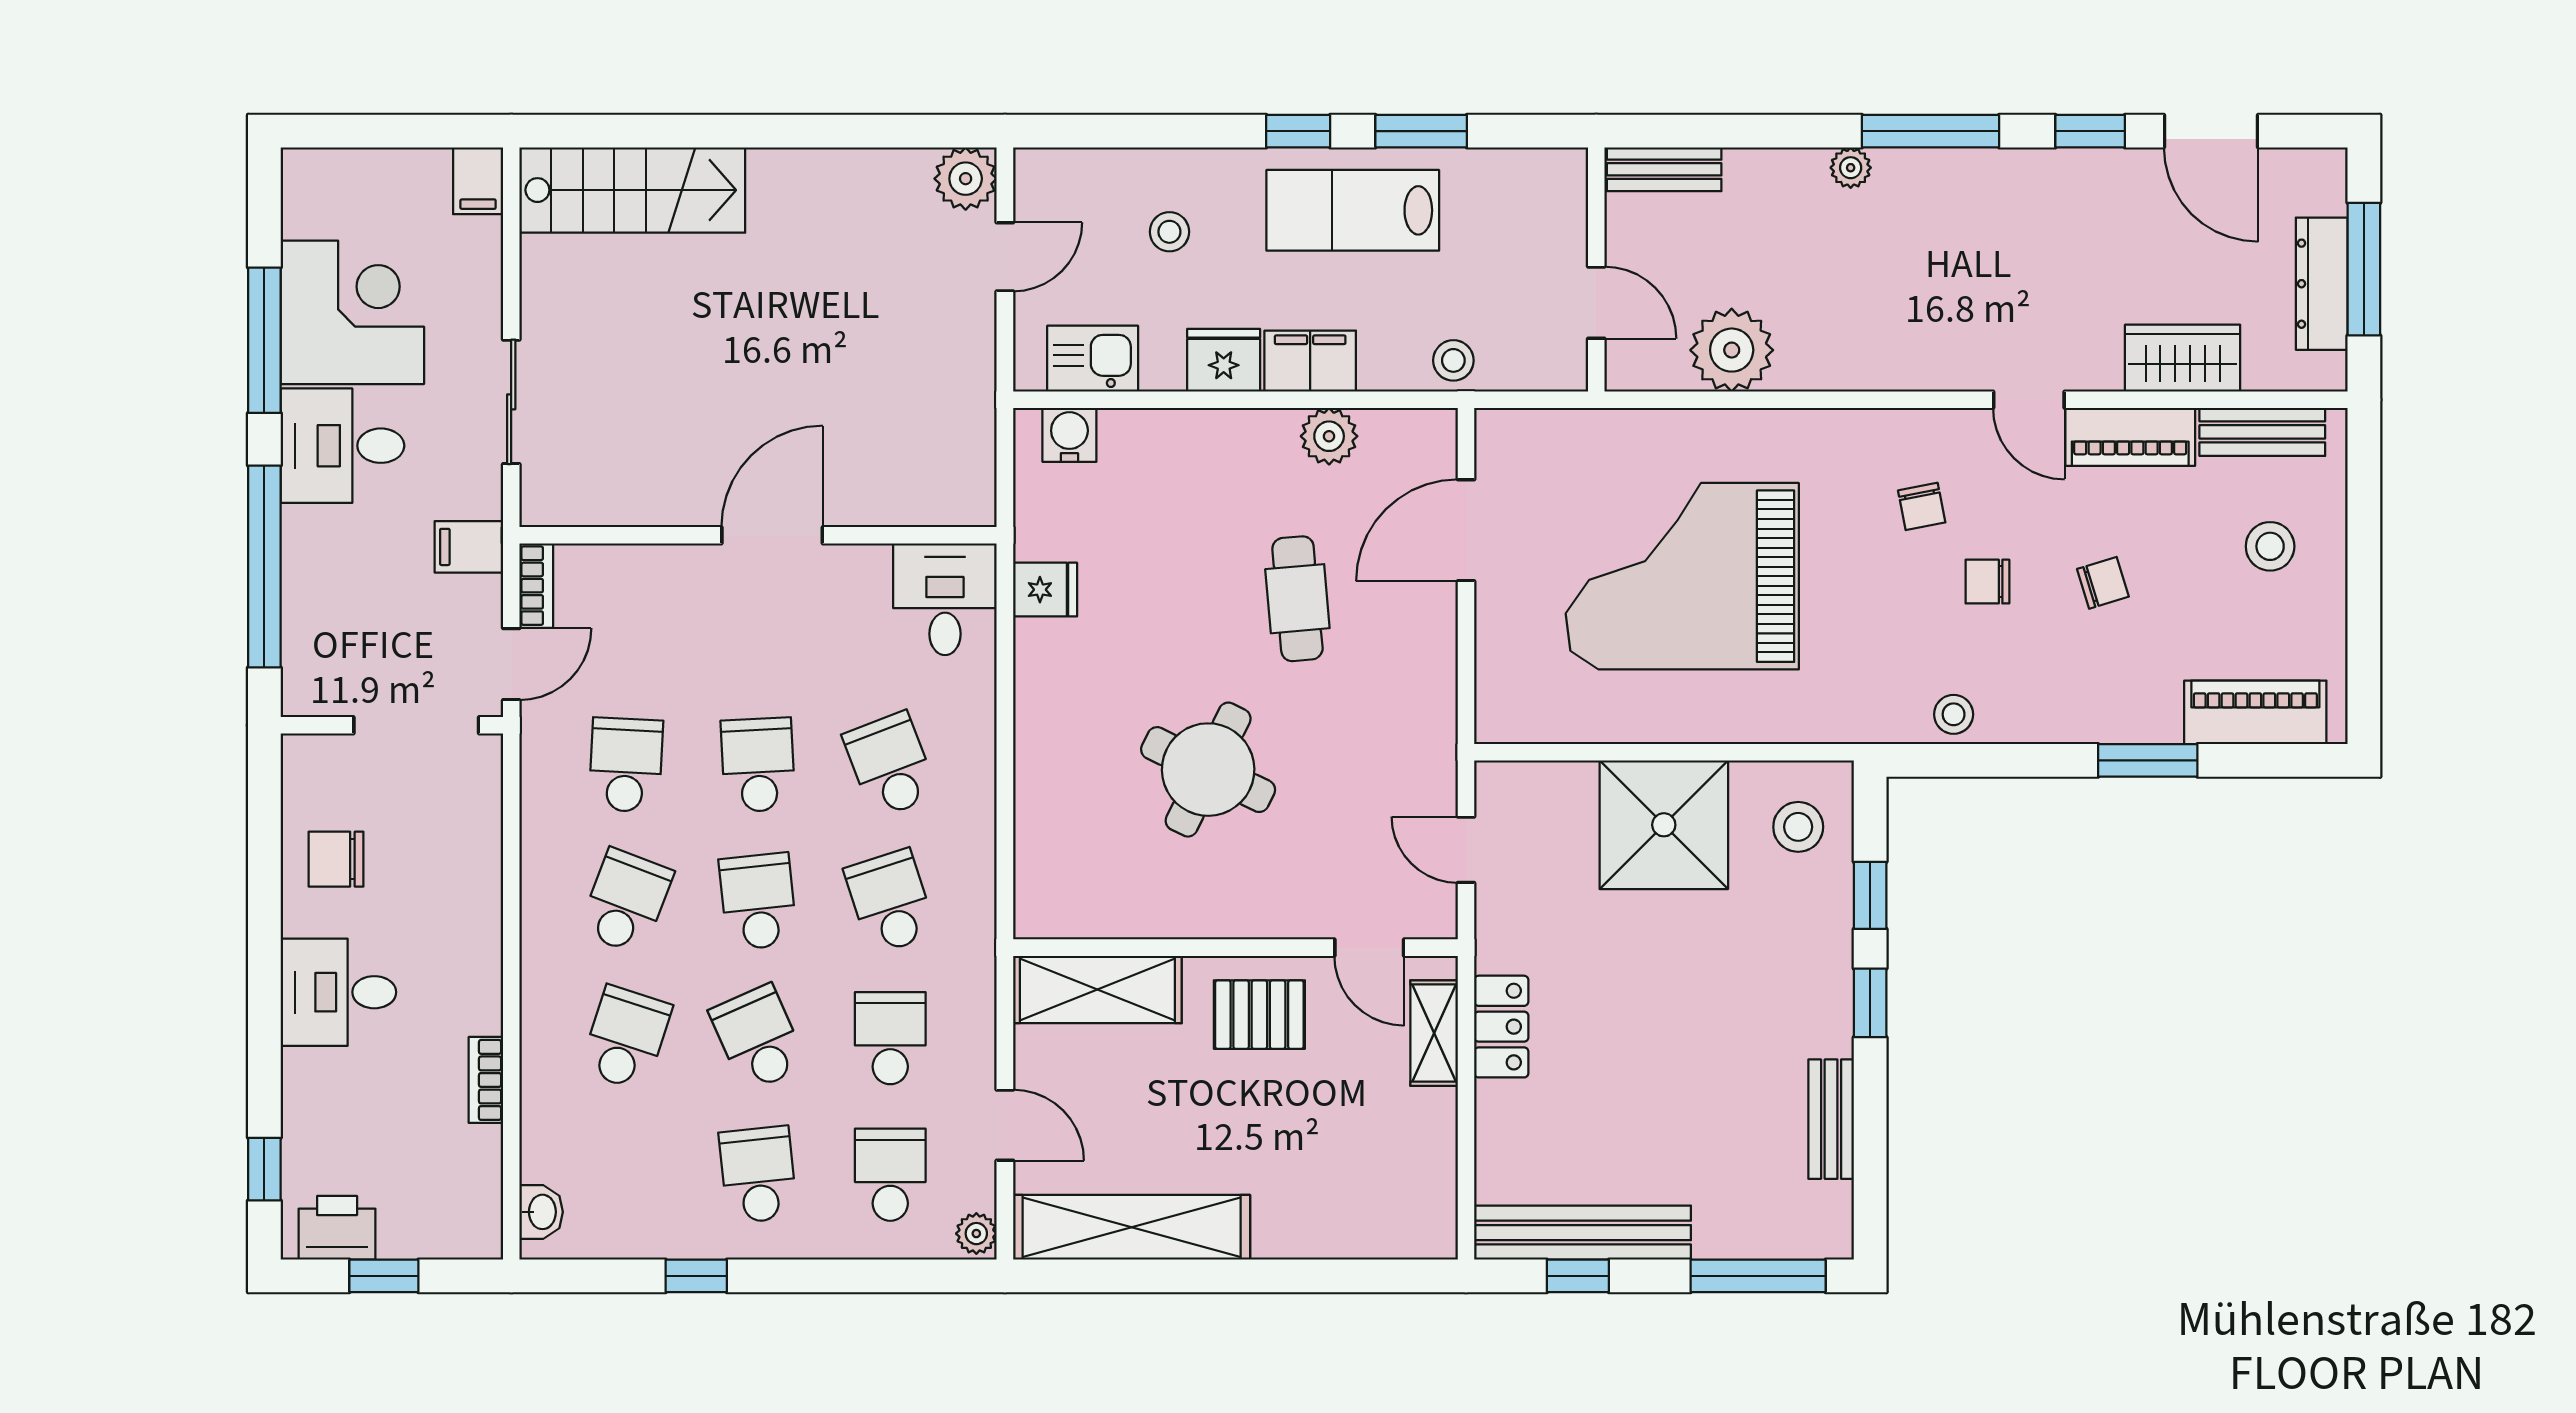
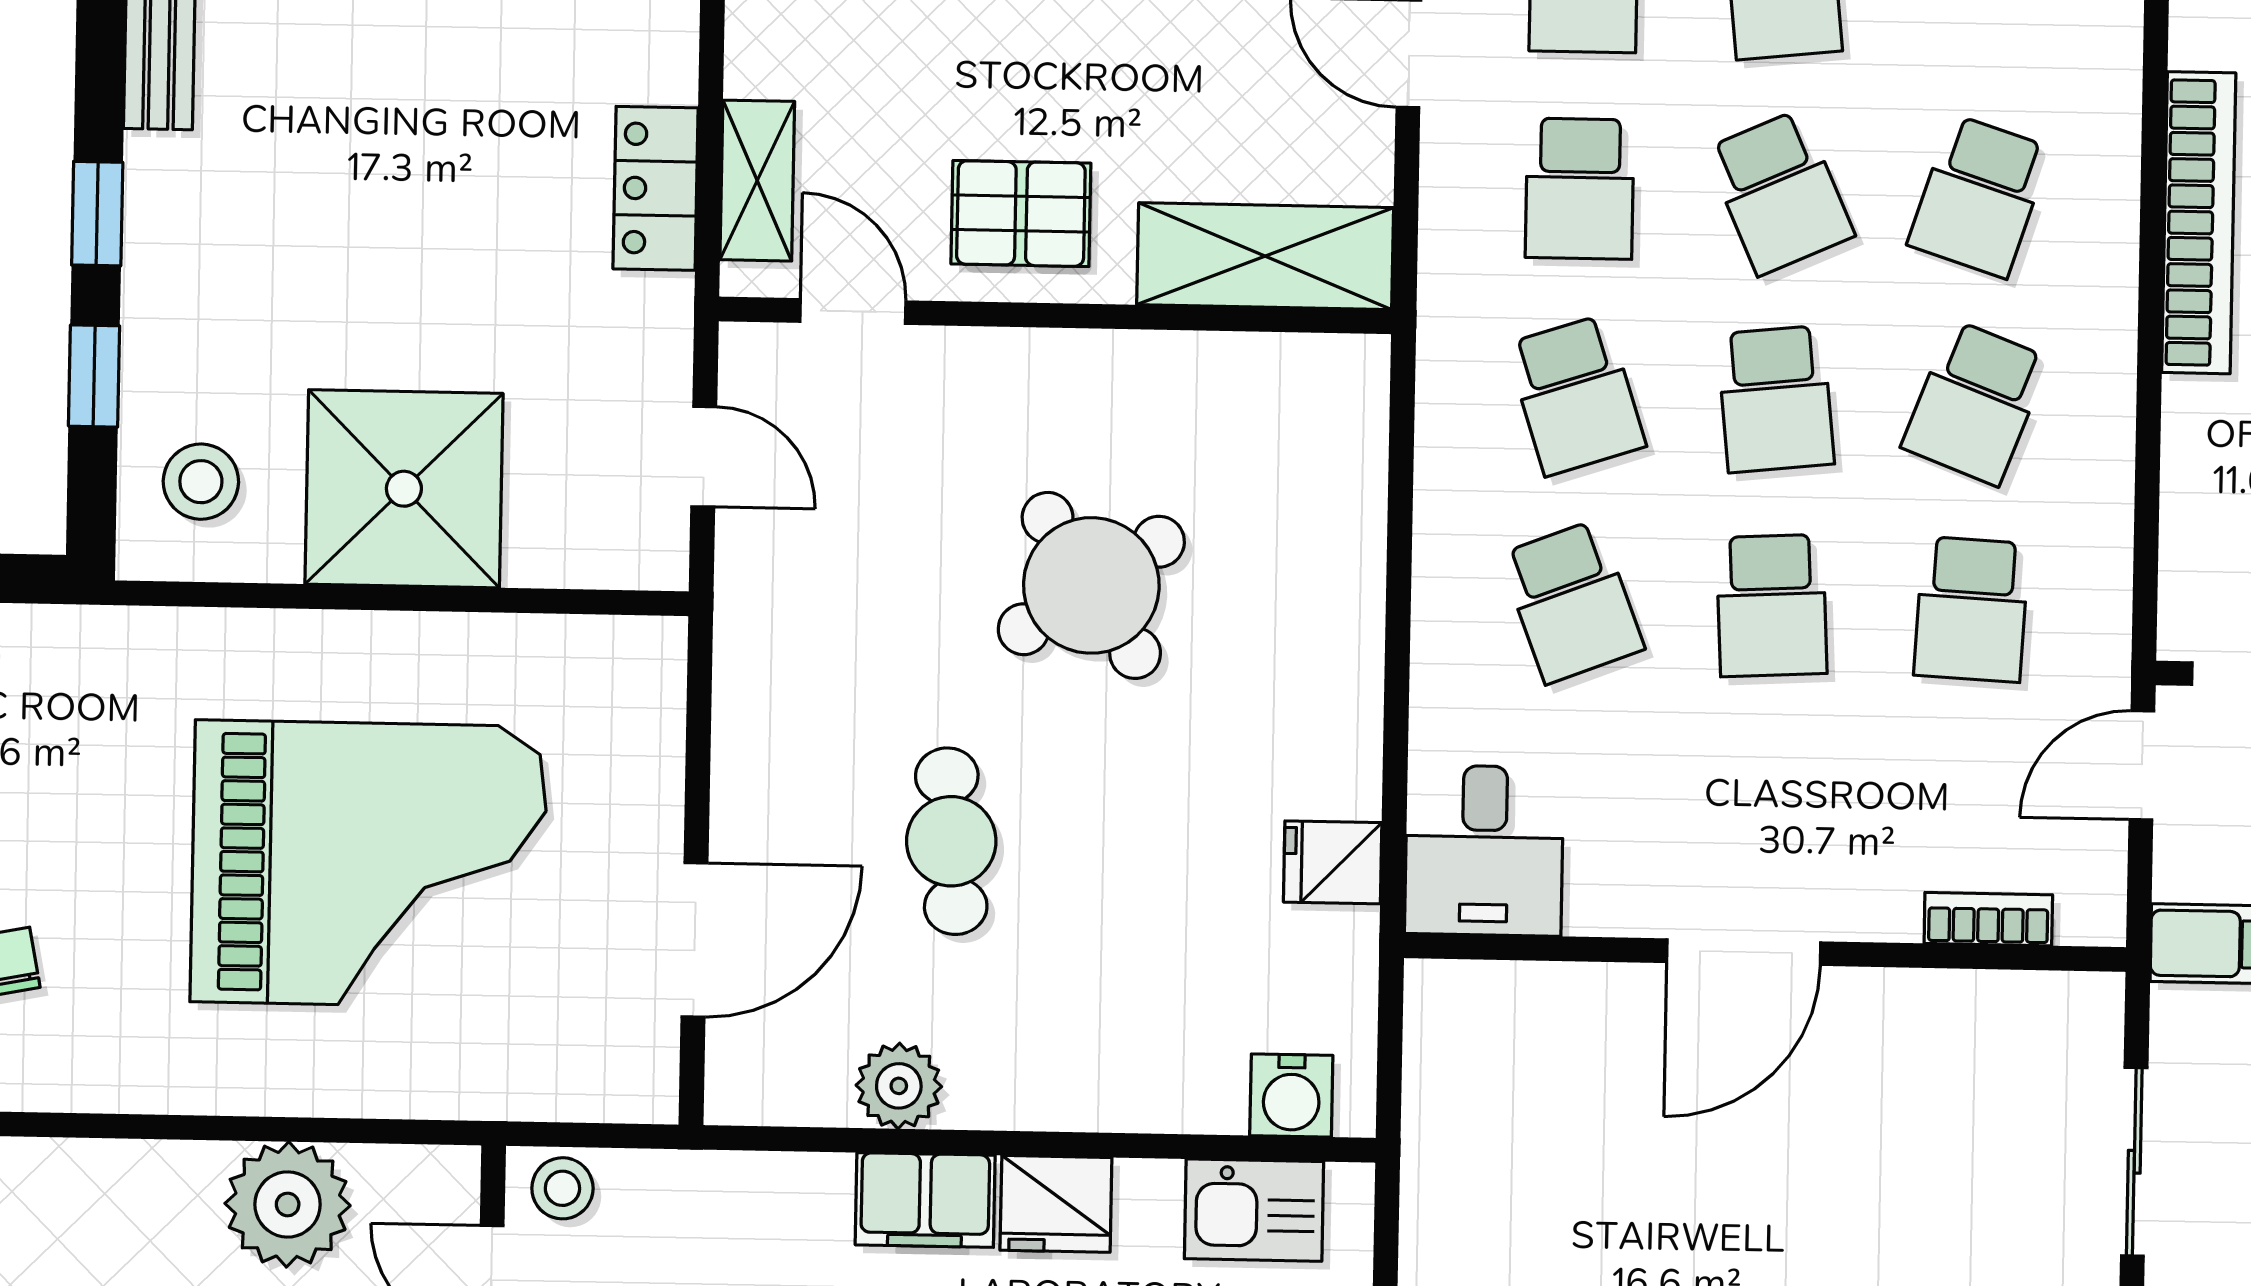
stool: (1453, 360) -> (562, 1188), moved
bookcase: (536, 586) -> (1988, 919), moved, turned 90
round table: (1208, 770) -> (1091, 585), turned 30
bookcase: (486, 1080) -> (2199, 223), width x2.31, depth x1.31

